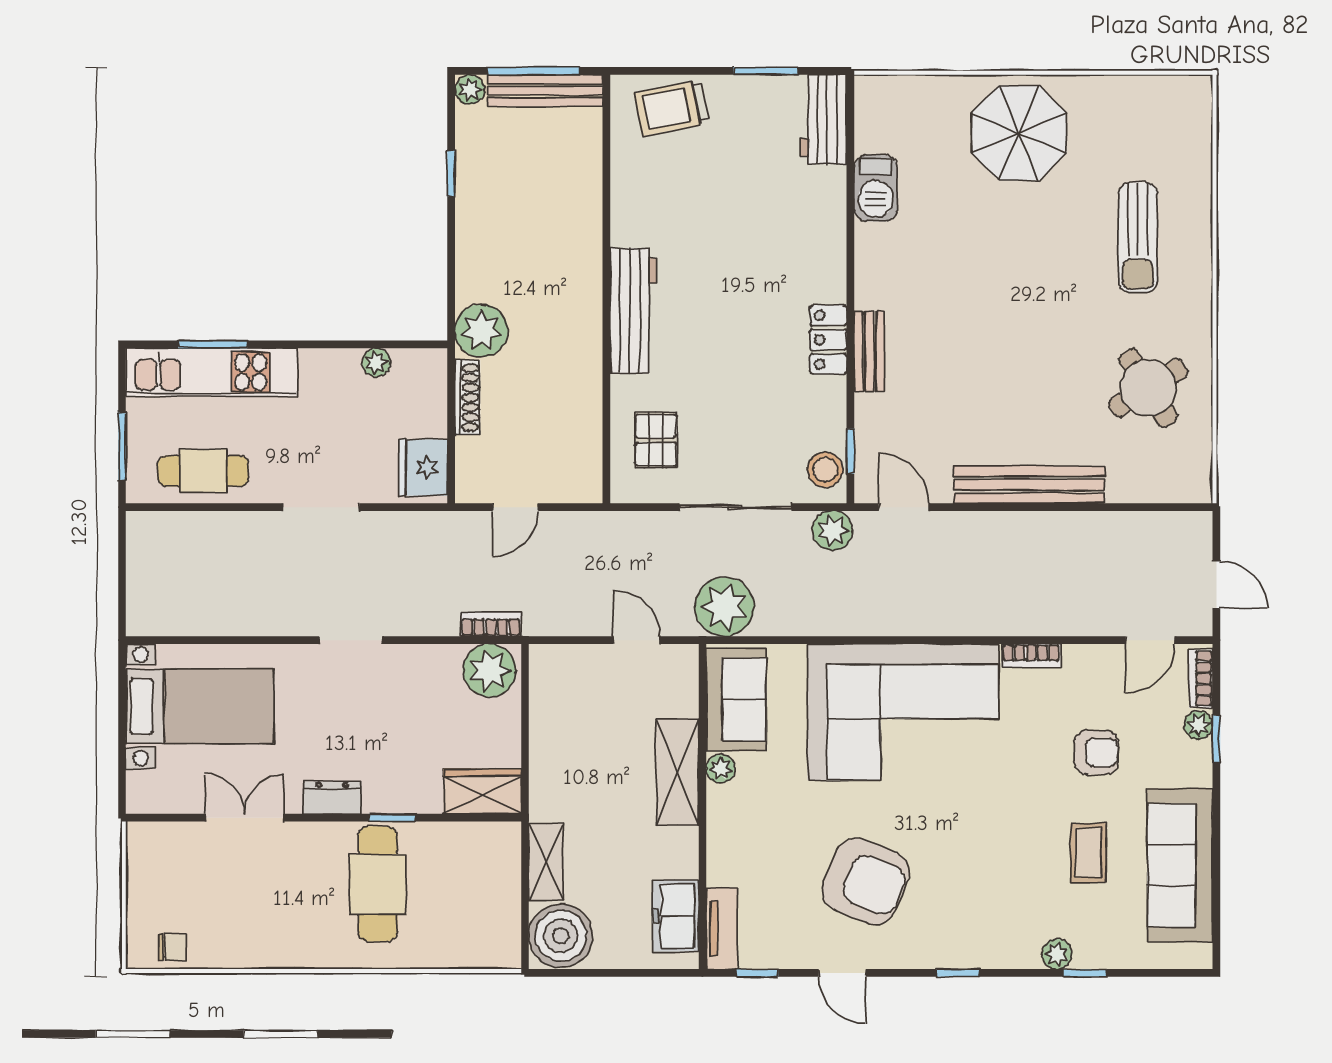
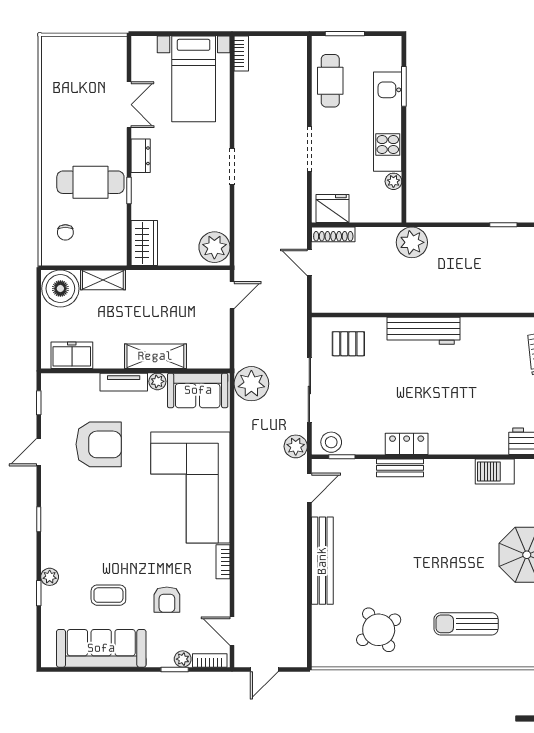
kitchen unit: (211, 372) -> (388, 122), moved
shoe rack: (467, 398) -> (333, 234), moved
bookcase: (491, 624) -> (241, 54), moved
door: (636, 640) -> (232, 295), moved
armchair: (866, 881) -> (99, 444), moved, turned -112
tv unit: (722, 929) -> (124, 382), moved
chair: (172, 947) -> (65, 232), moved

